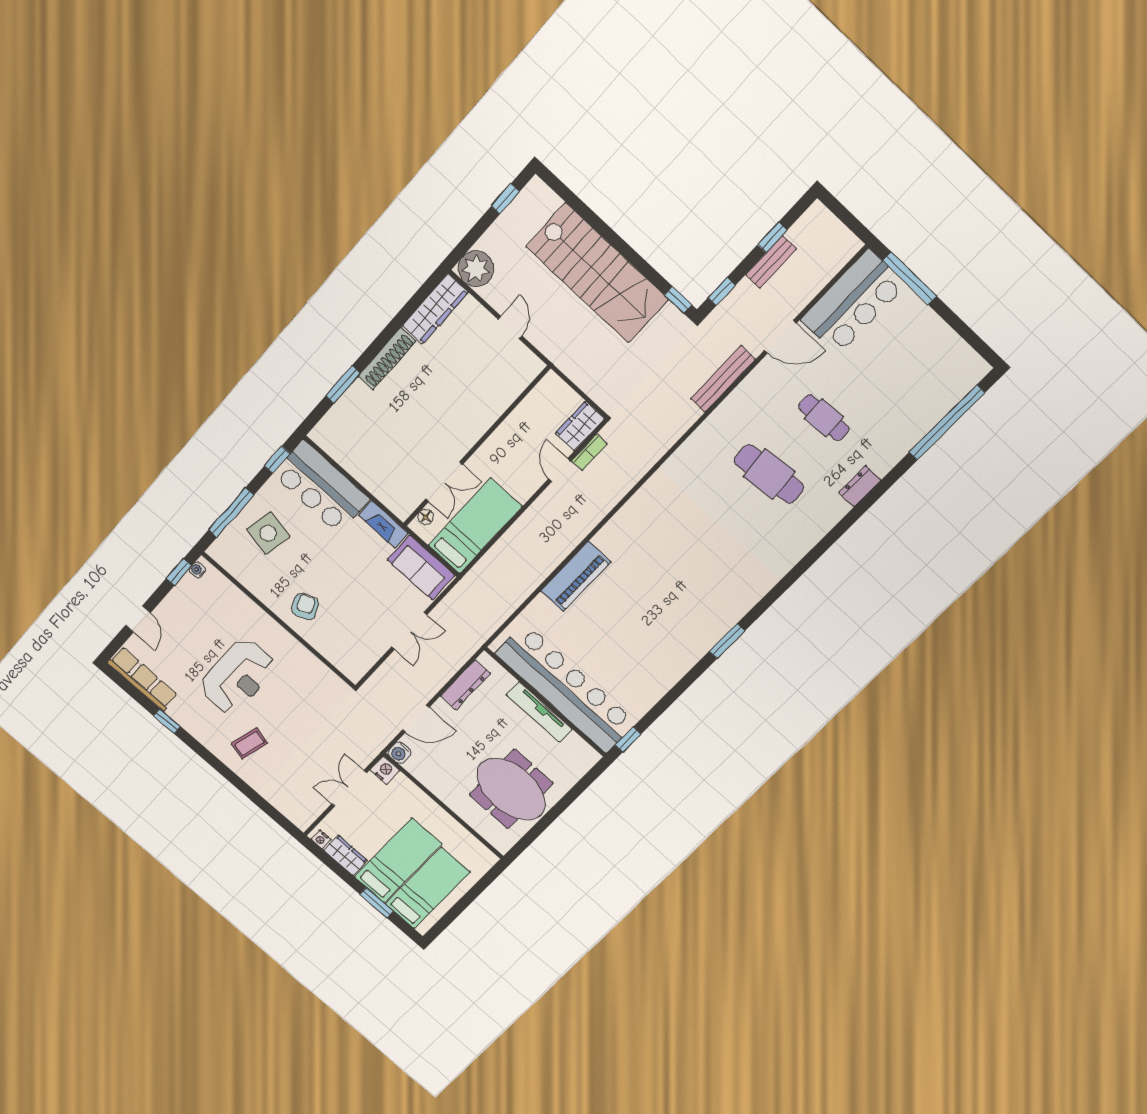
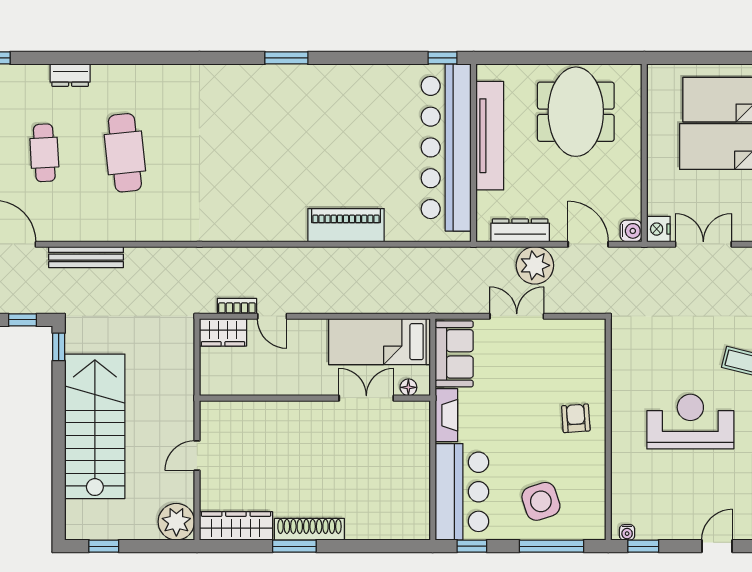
window: (343, 385) -> (294, 546), moved
door: (560, 470) -> (272, 316), hinge flipped
side table: (268, 533) -> (541, 501), turned -30
armchair: (305, 607) -> (576, 418), turned 110
plant: (433, 673) -> (535, 265), added
tv unit: (539, 712) -> (490, 136), width x1.36, depth x1.29
double door: (349, 788) -> (703, 244), swing flipped

